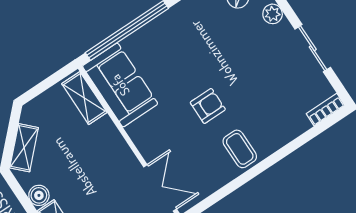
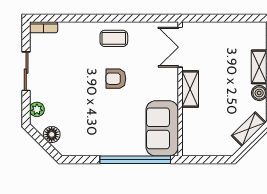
shelving: (84, 98) -> (190, 89), moved
coffee table: (240, 149) -> (114, 38), turned 90

